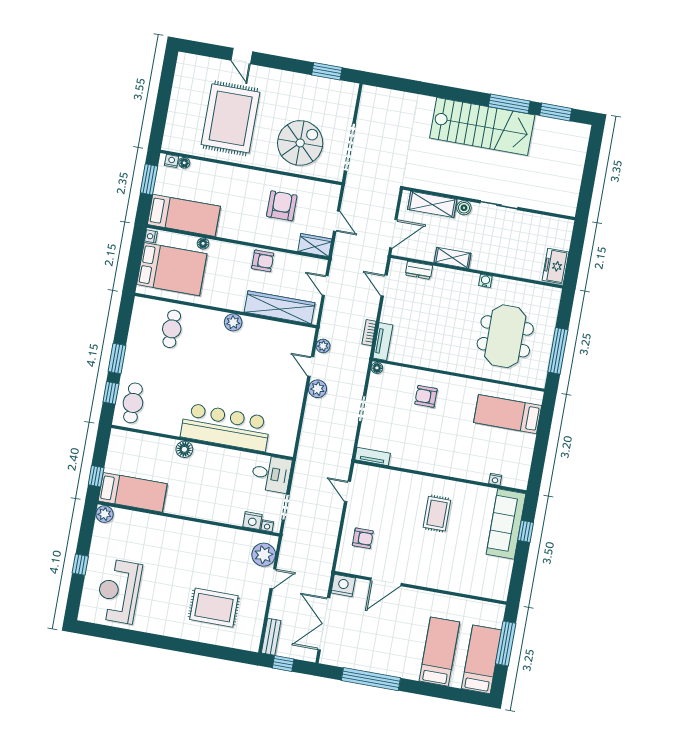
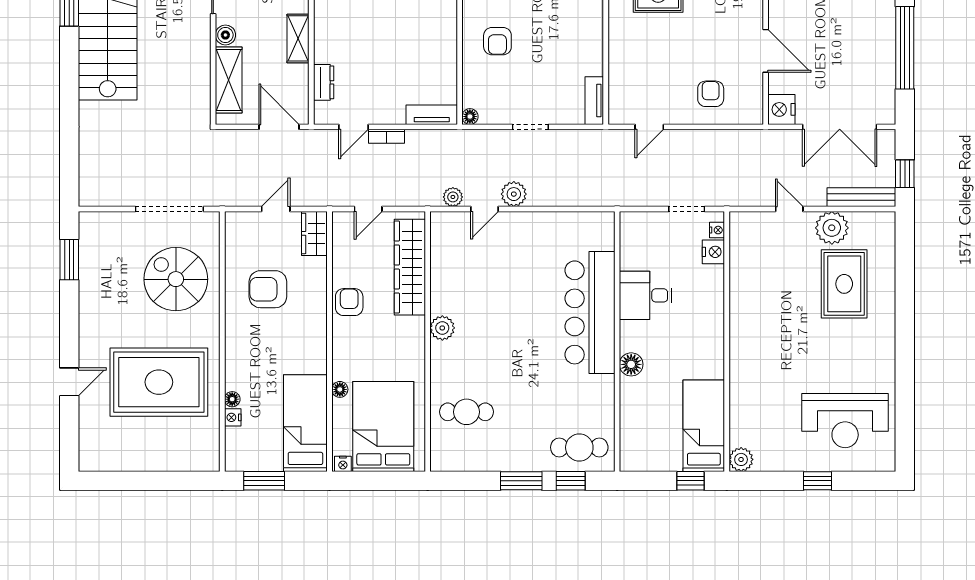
nightstand: (172, 161) -> (233, 417), moved
floor lamp: (184, 163) -> (232, 399), moved
bookcase: (369, 333) -> (386, 136), moved
desk: (271, 474) -> (646, 295), moved, turned -90
plant: (264, 555) -> (832, 228), moved
bench: (271, 637) -> (861, 197), width x1.36

